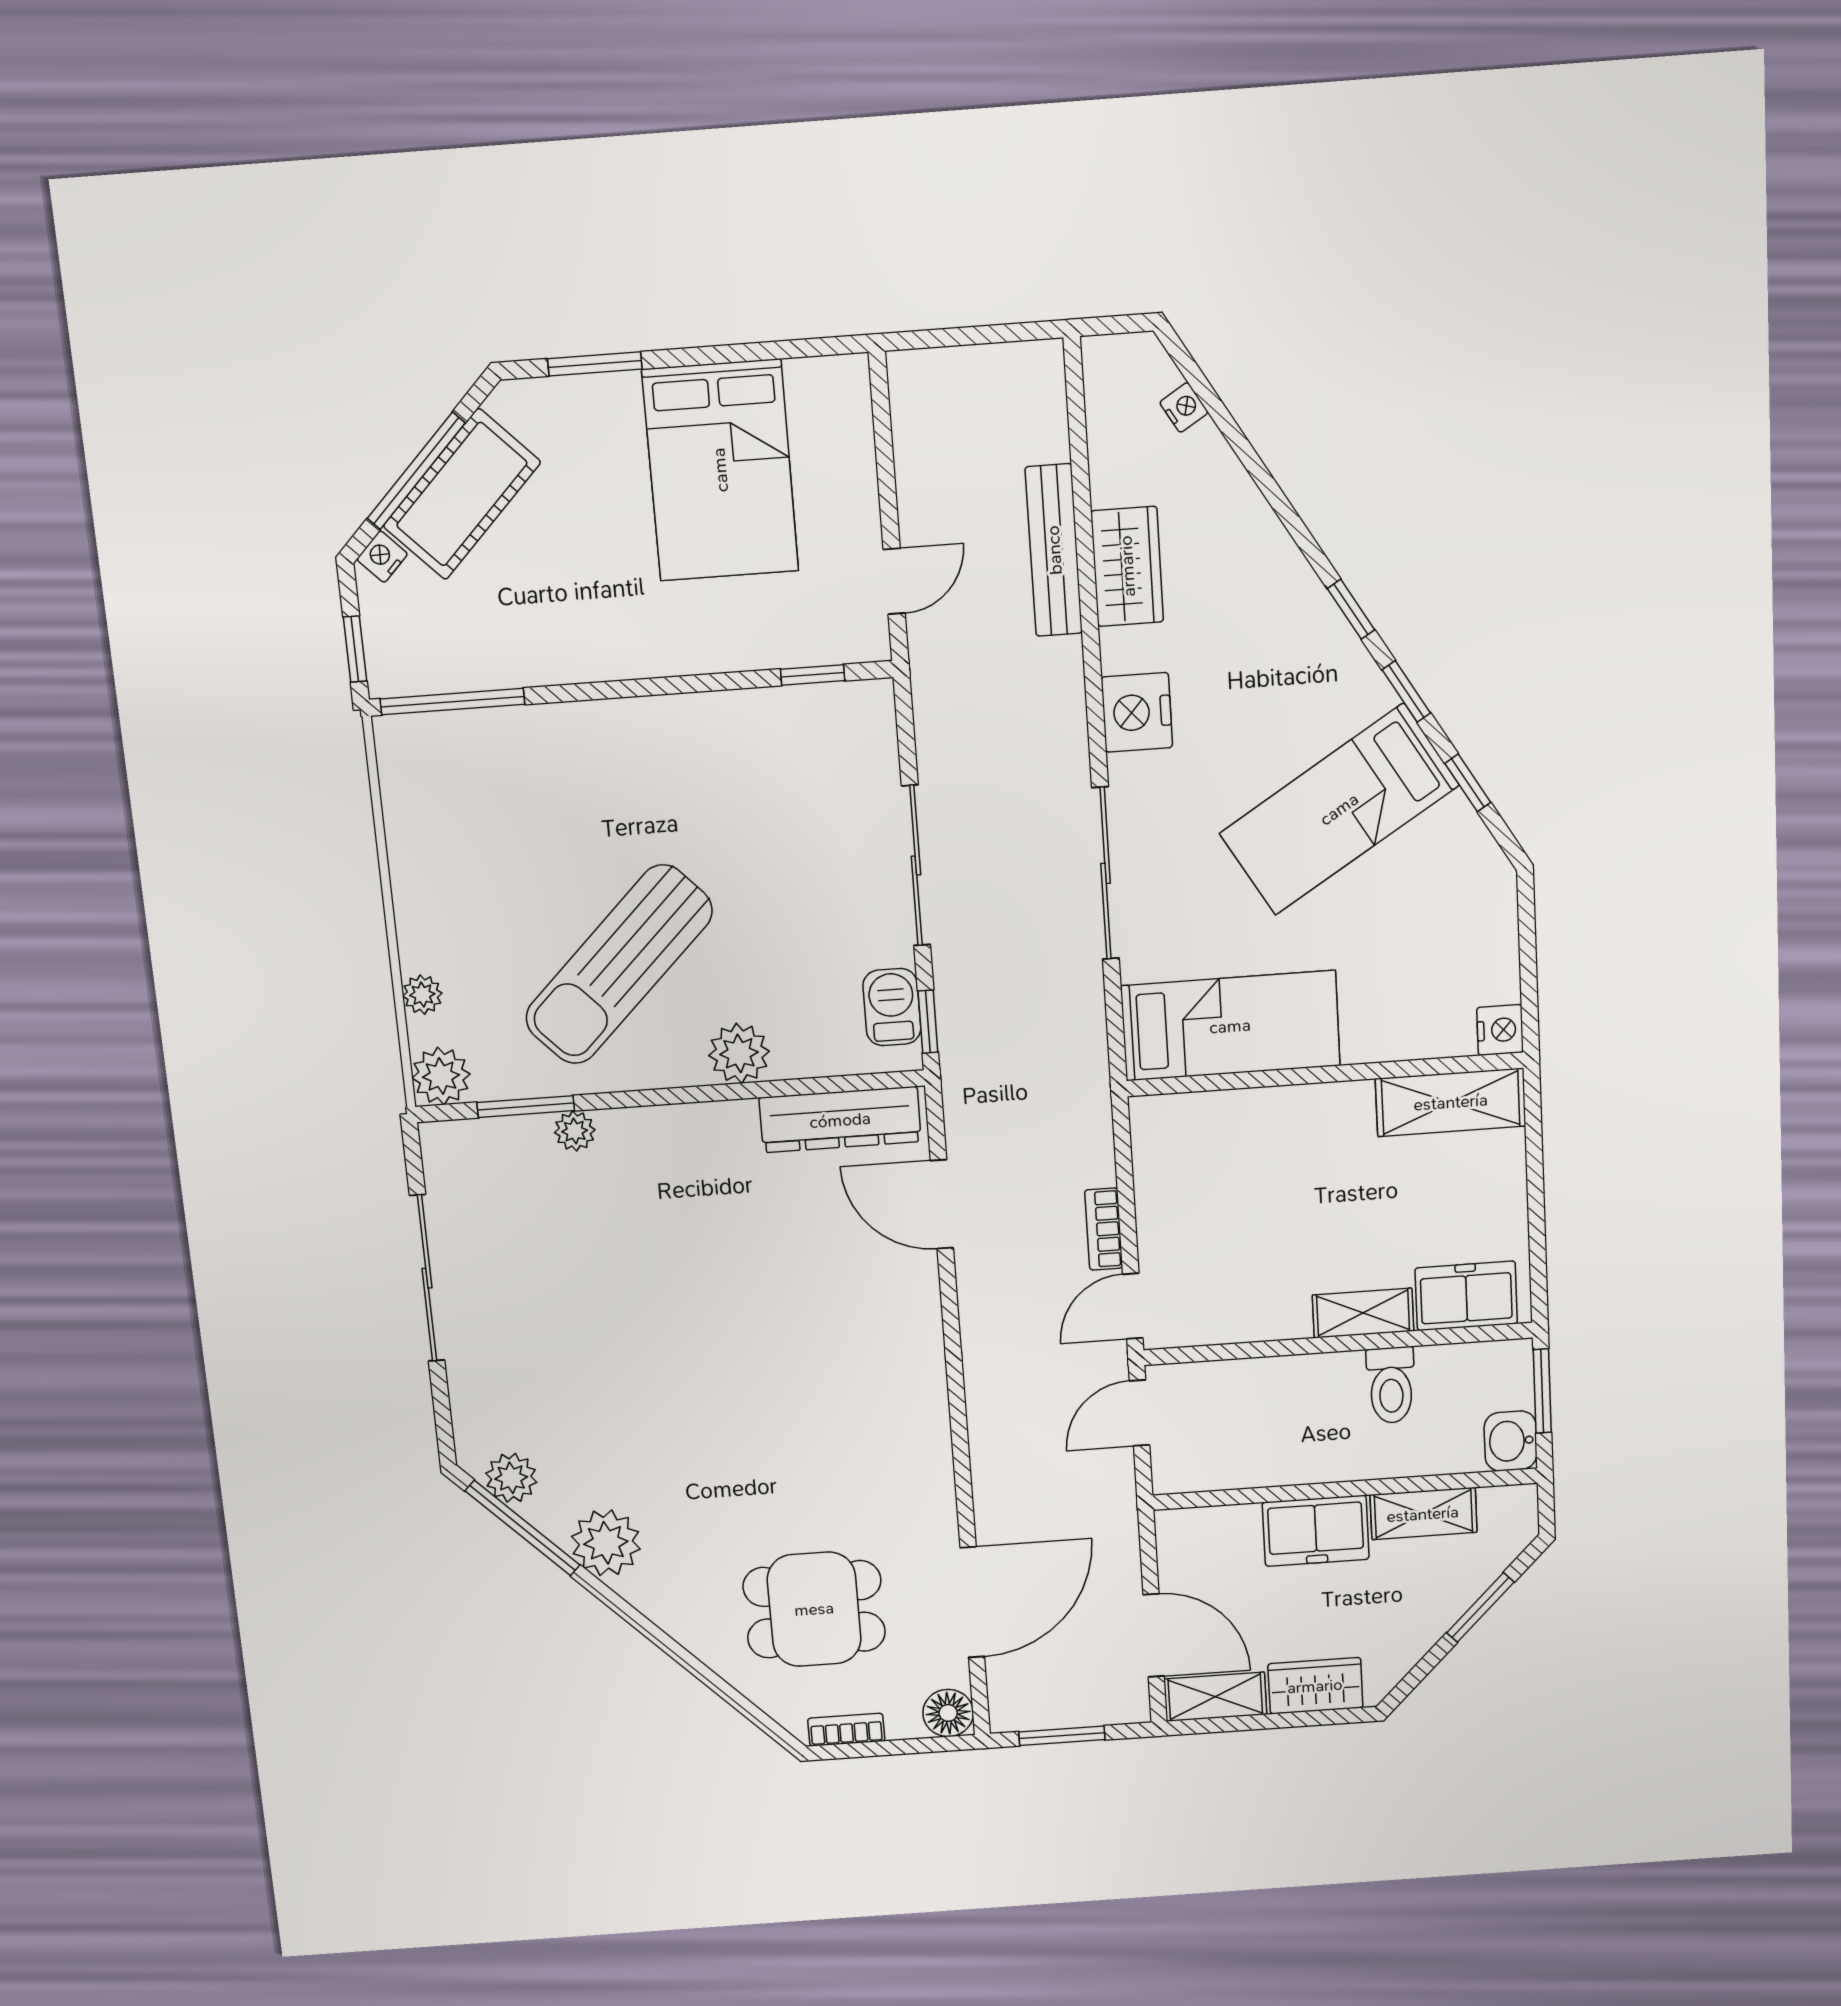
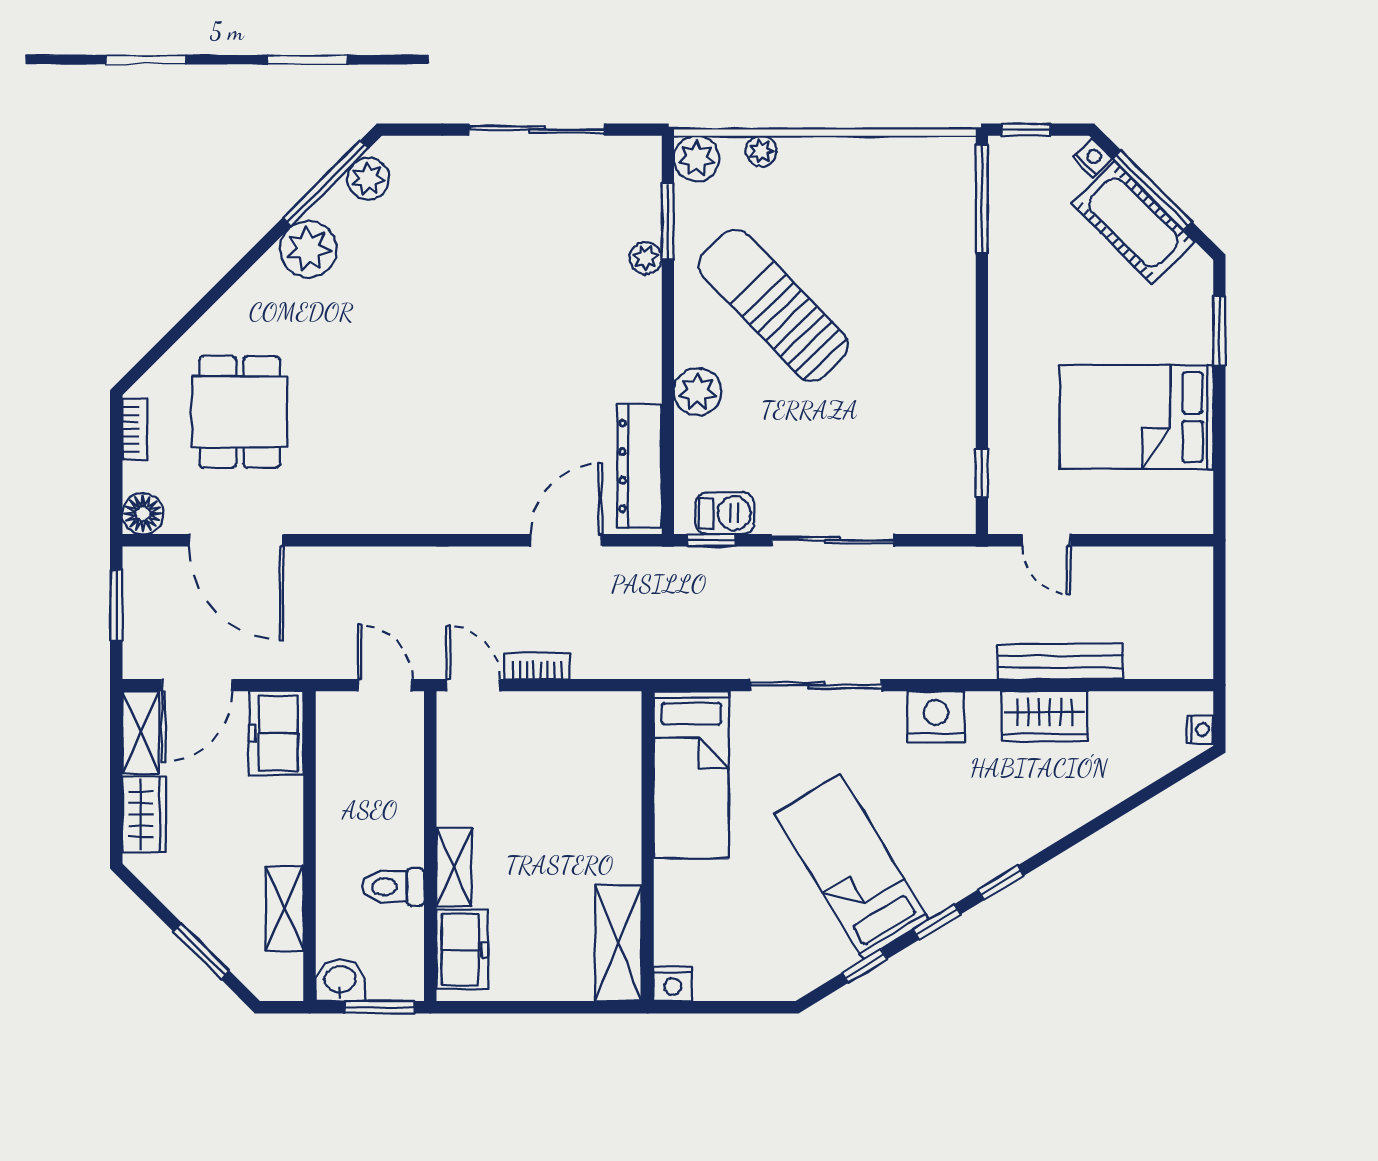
nightstand: (1184, 407) -> (1200, 730), moved, turned -59
freezer: (1316, 1531) -> (276, 733), moved

